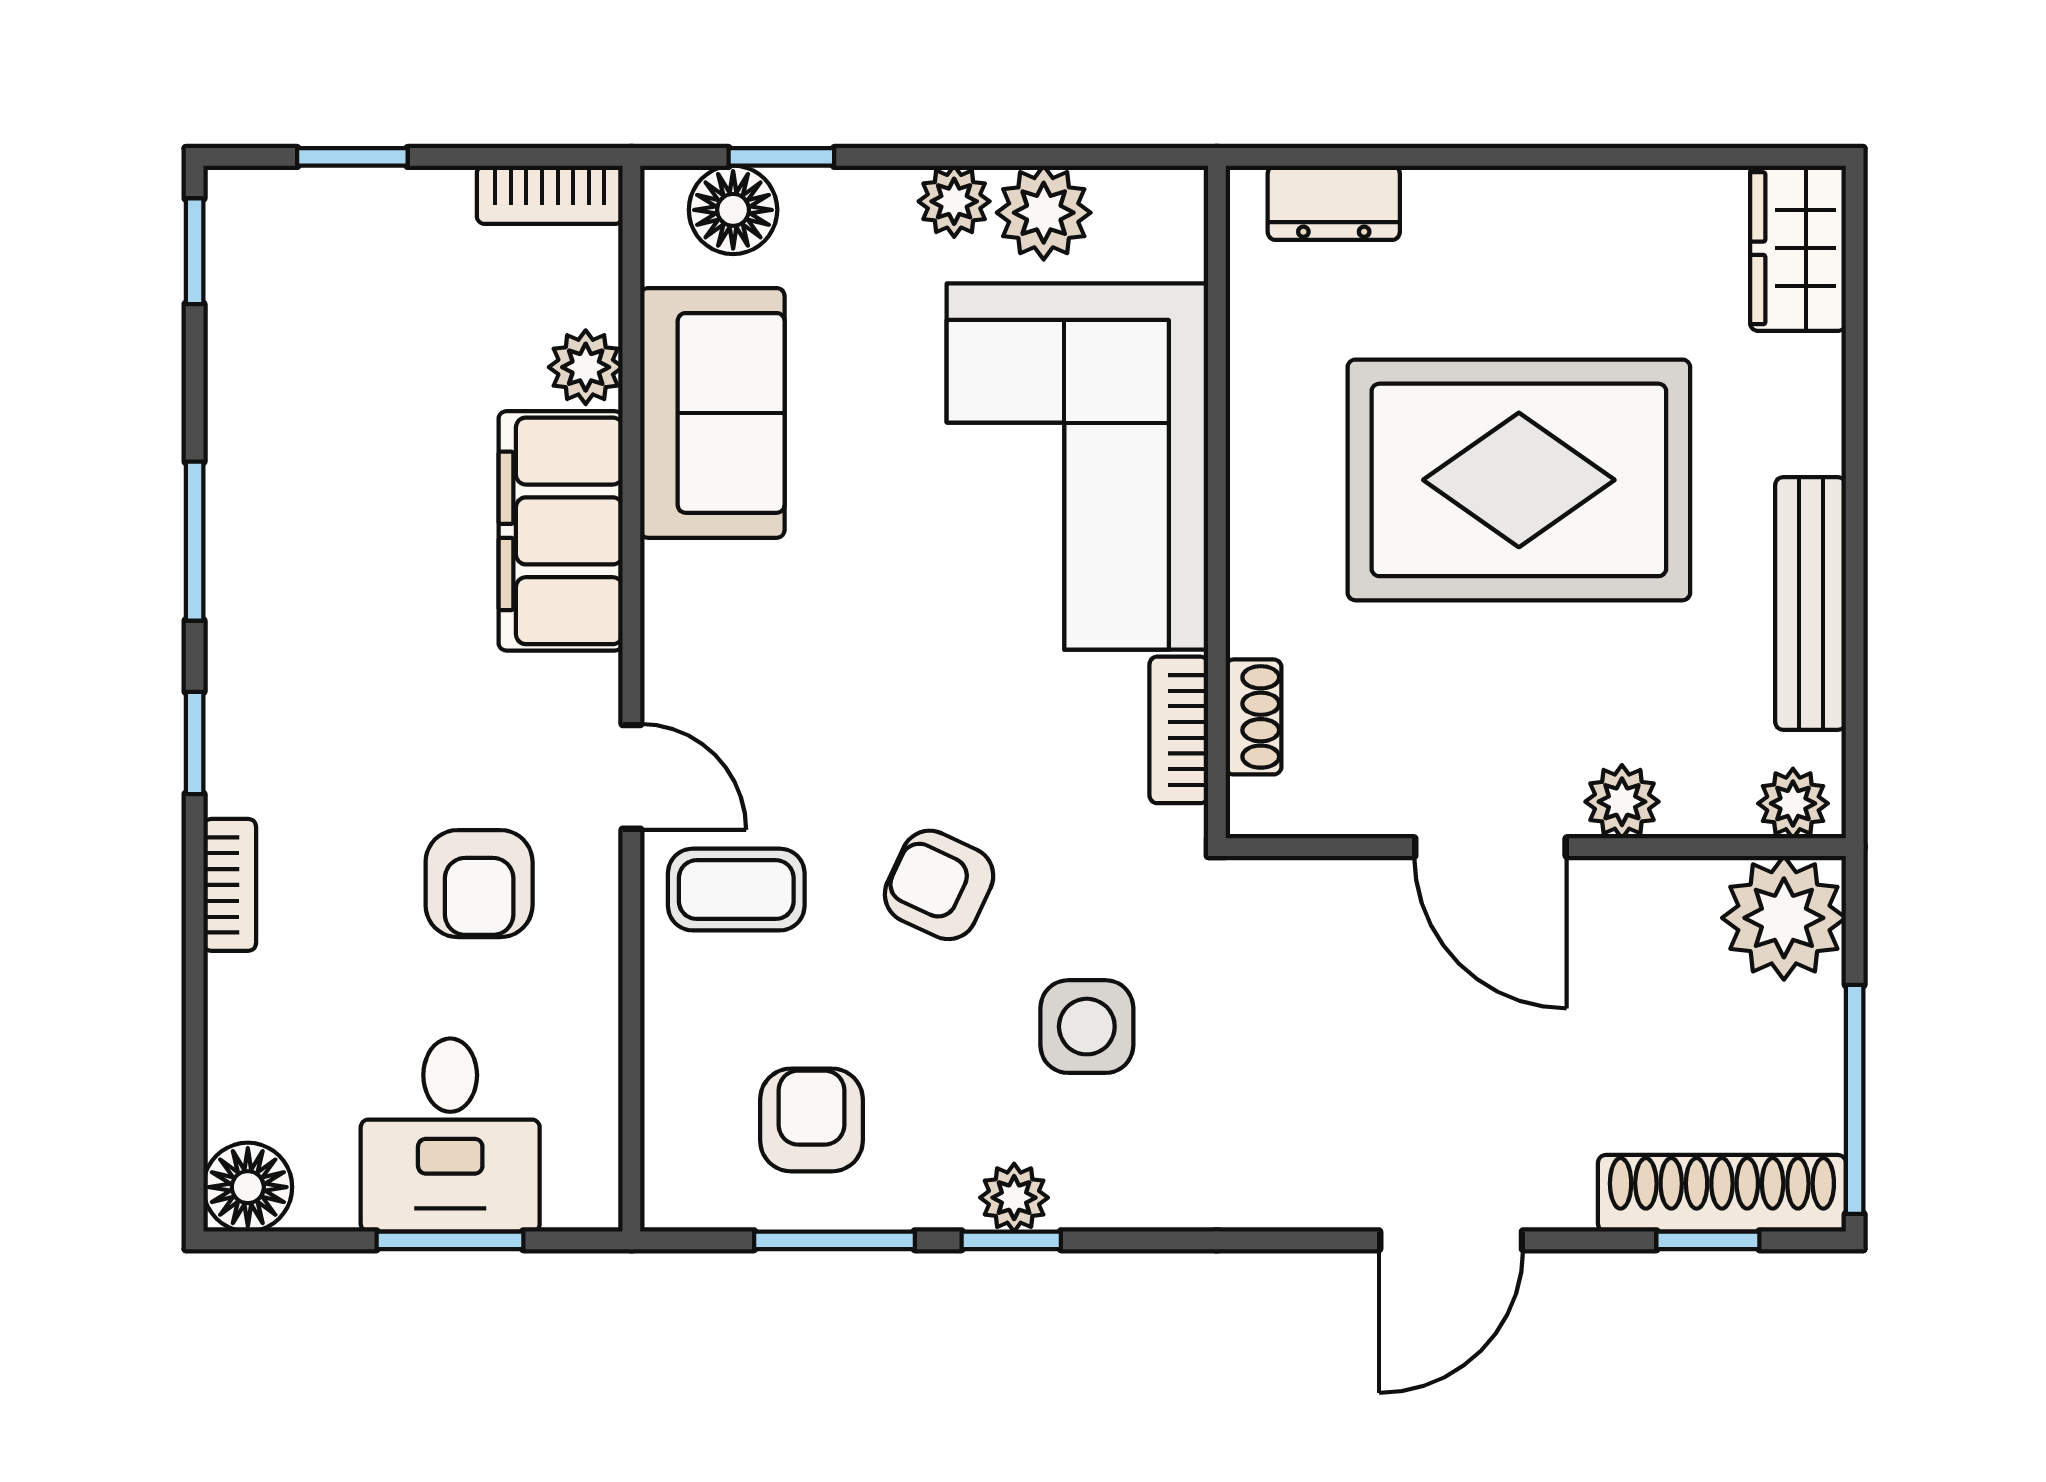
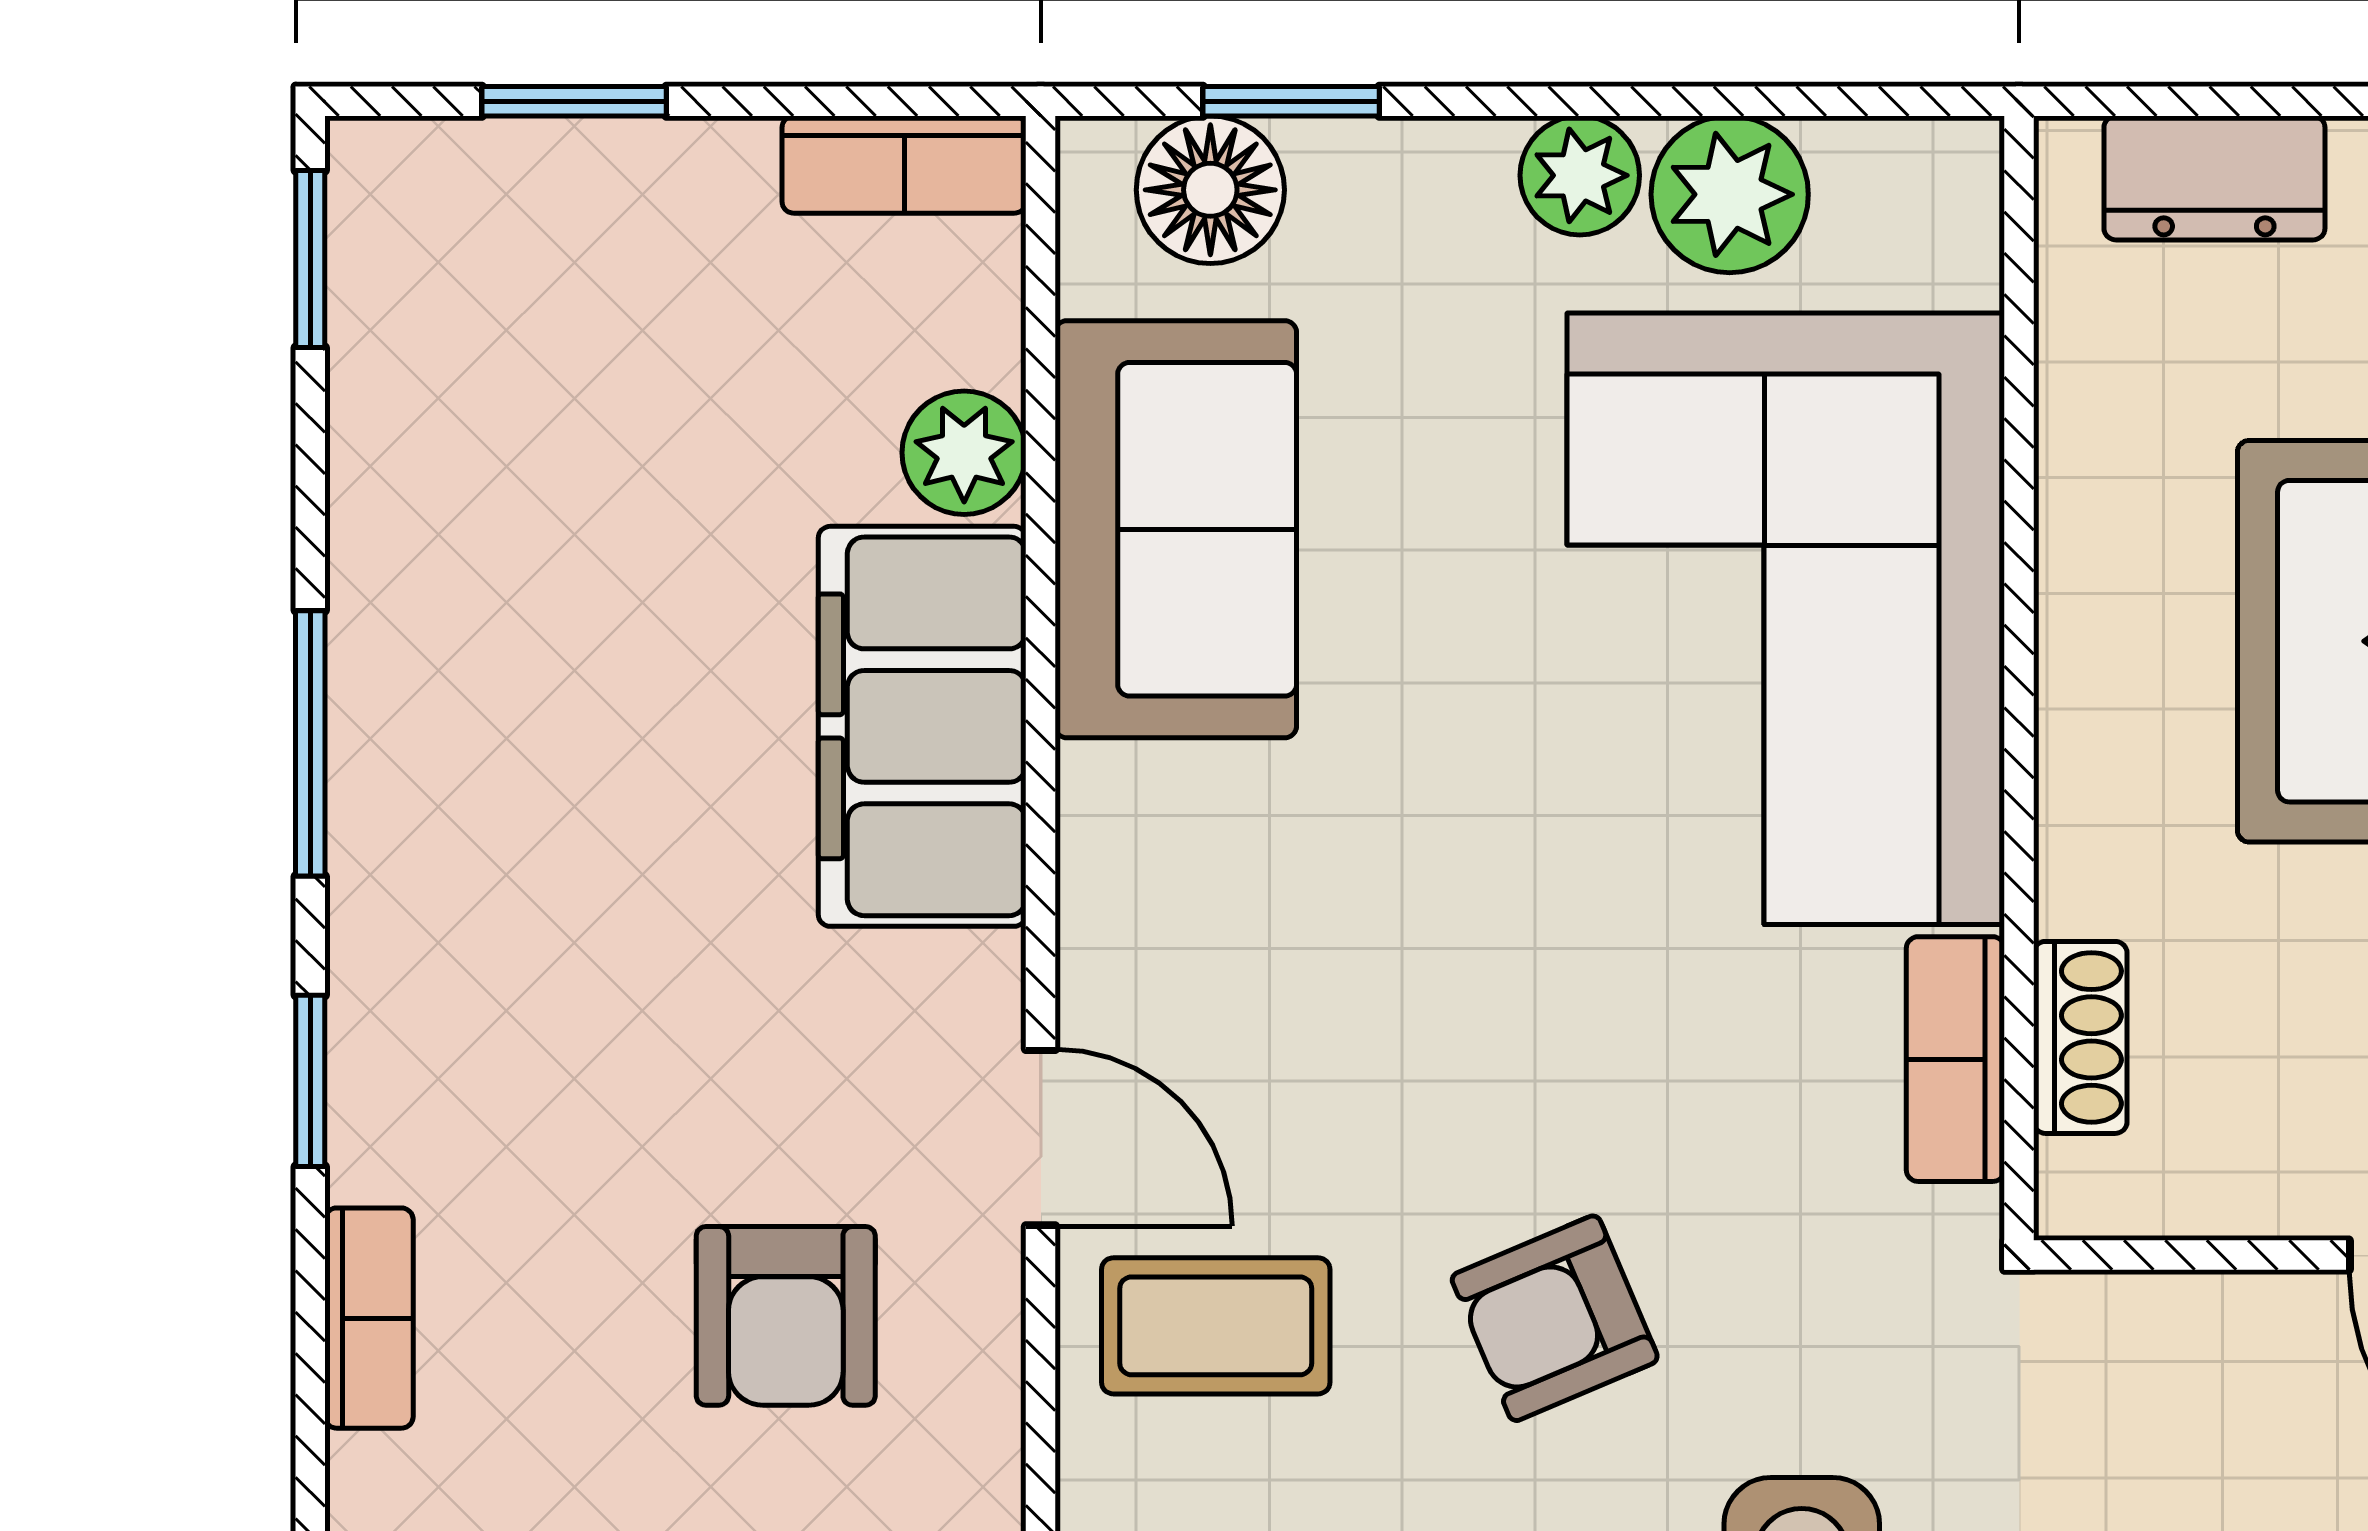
armchair: (939, 885) -> (1555, 1318), turned -48

